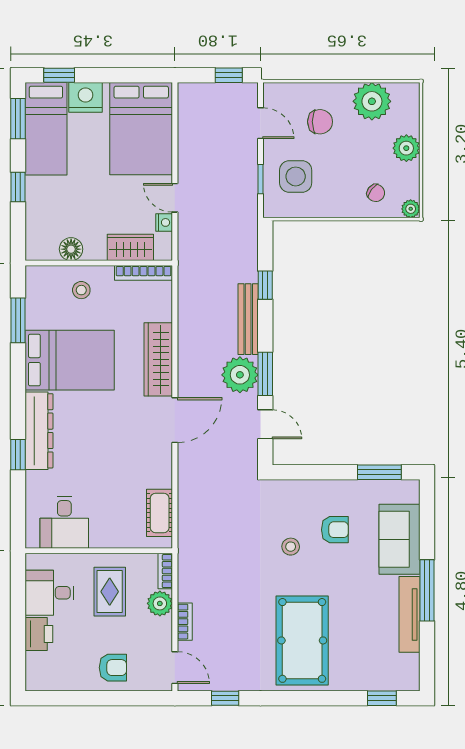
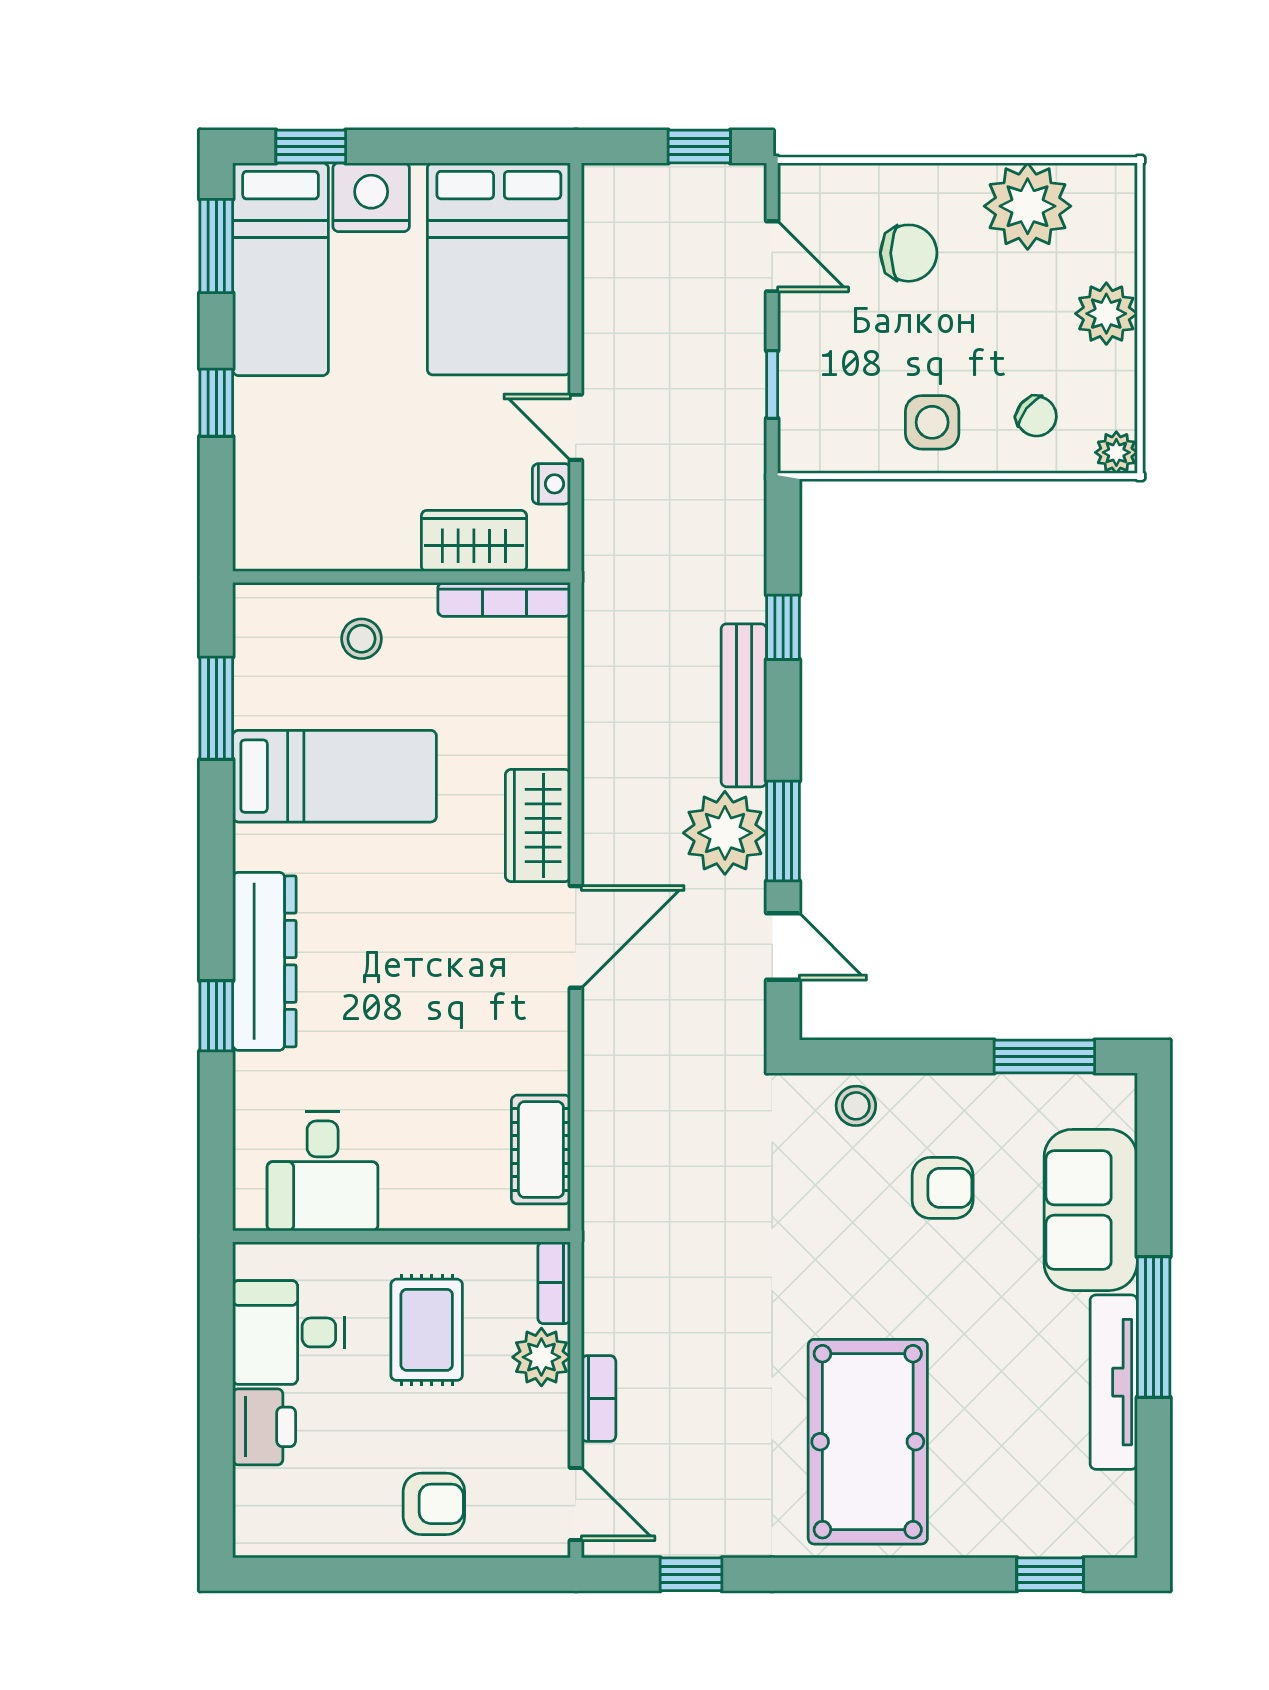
side table: (296, 176) -> (932, 422), moved, width x0.73, depth x0.73
floor lamp: (71, 249) -> (338, 545), removed
wardrobe: (158, 359) -> (538, 826), width x0.67
bed: (70, 360) -> (335, 776), width x0.67
stool: (291, 547) -> (856, 1106), moved

